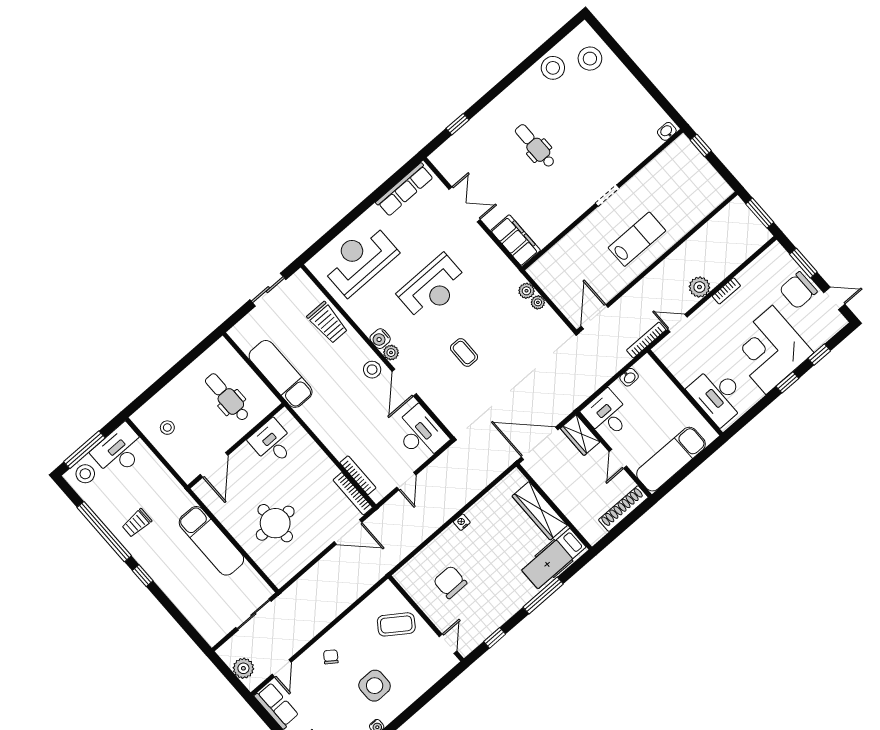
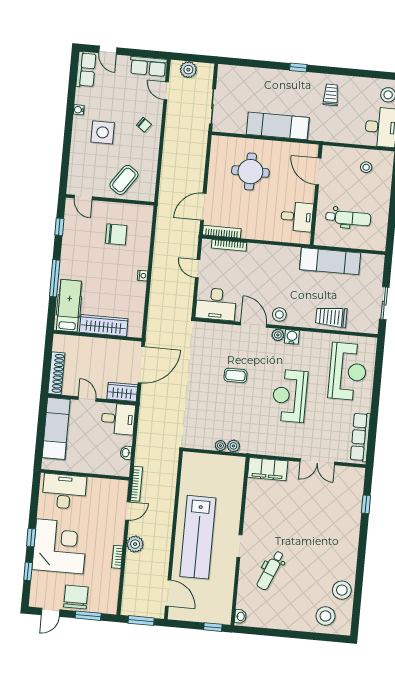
dental chair: (535, 146) -> (271, 570), moved, turned 113
lab bench: (637, 239) -> (198, 537), width x1.86, depth x1.39
door: (595, 317) -> (168, 593), moved
window: (104, 532) -> (345, 72), removed

